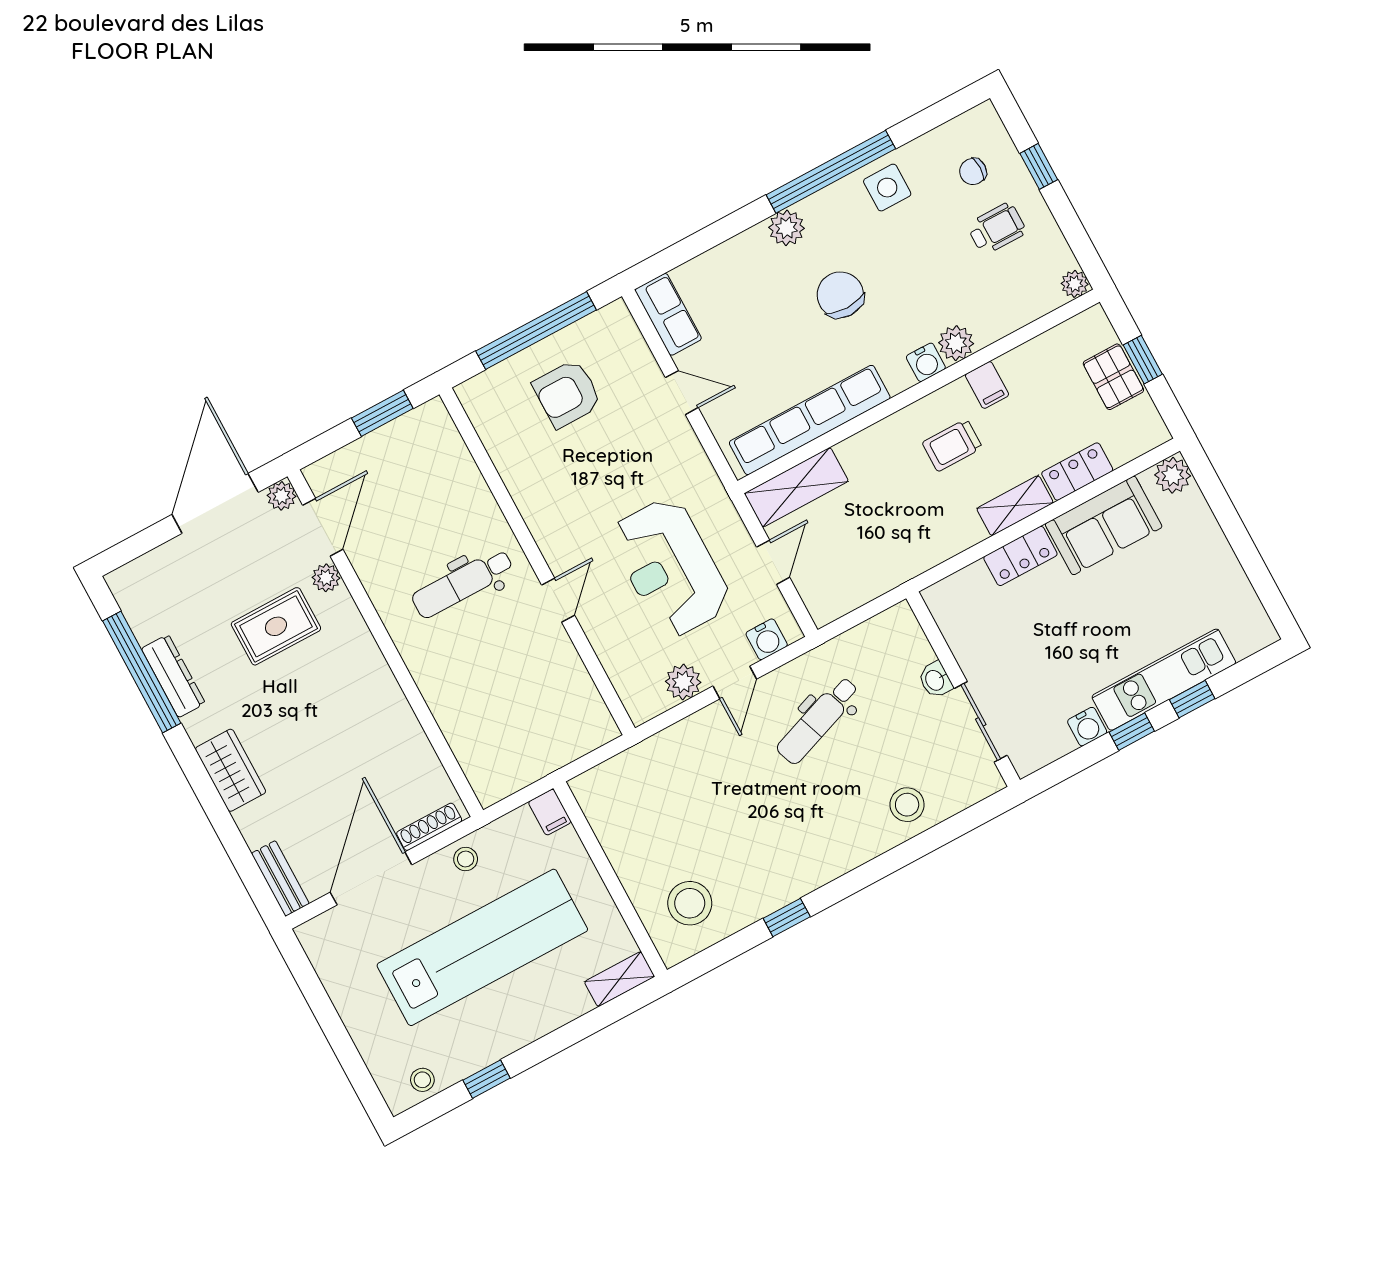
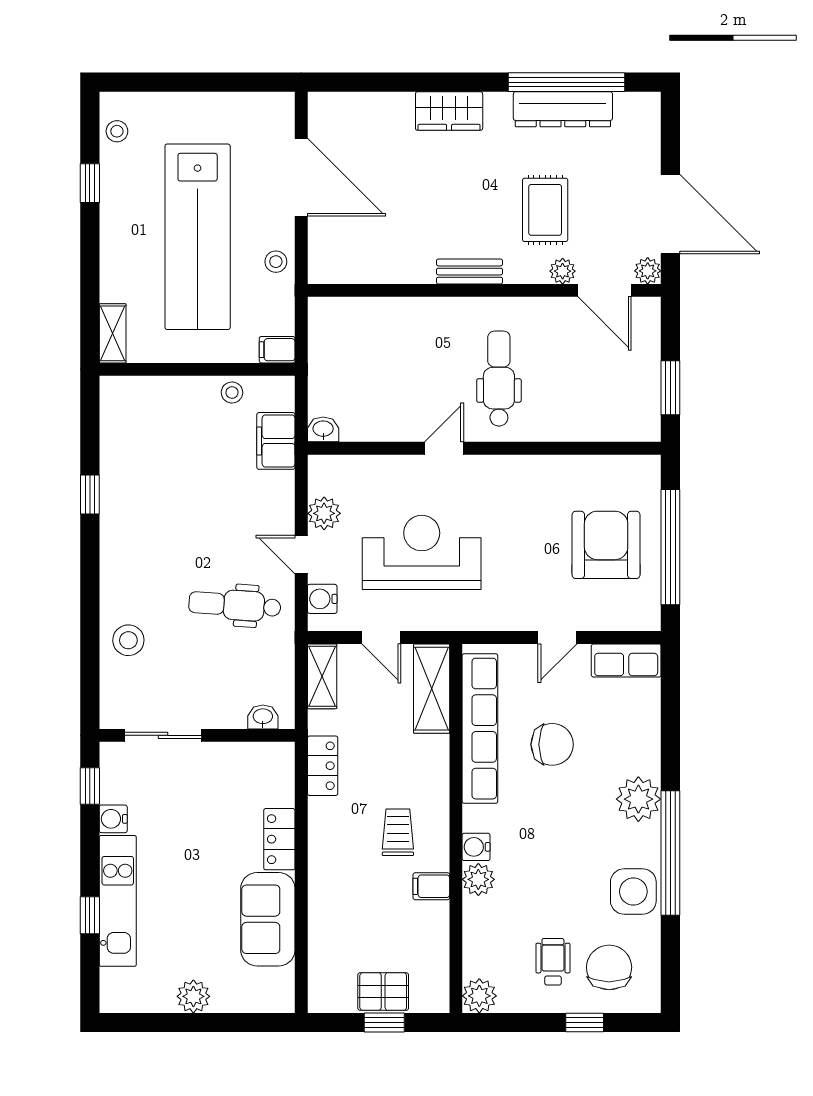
chair: (973, 172) -> (609, 967), width x1.87, depth x1.87
side table: (887, 188) -> (633, 892), width x1.37, depth x1.37
plant: (787, 228) -> (638, 799), width x1.36, depth x1.36
wheelchair: (997, 229) -> (553, 962), turned 180
plant: (1075, 284) -> (479, 996), width x1.38, depth x1.38
chair: (840, 295) -> (552, 744), moved
armchair: (567, 394) -> (606, 545), width x1.36, depth x1.36
locker: (1077, 472) -> (323, 766), moved
plant: (1173, 475) -> (193, 996), moved
shelving: (1015, 506) -> (322, 676), moved
door: (558, 600) -> (444, 448), swing flipped
dresser: (173, 676) -> (563, 109), width x1.37, depth x1.24
washbasin: (935, 680) -> (263, 717), moved
dental chair: (818, 720) -> (235, 605), turned -66
washbasin: (603, 726) -> (323, 429), added
window: (1132, 732) -> (90, 786), moved
filing cabinet: (638, 766) -> (276, 441), added
shoe rack: (429, 827) -> (318, 246), removed
bench: (280, 878) -> (470, 272), moved
stool: (690, 903) -> (232, 392), moved, width x0.53, depth x0.53

